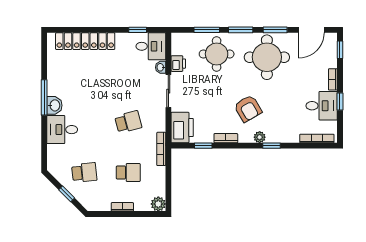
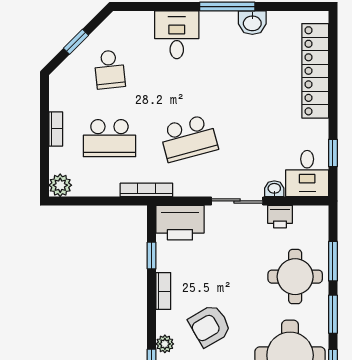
washbasin: (54, 105) -> (252, 23), moved
school desk: (128, 122) -> (189, 138), width x1.85
school desk: (128, 173) -> (109, 138), width x1.85

